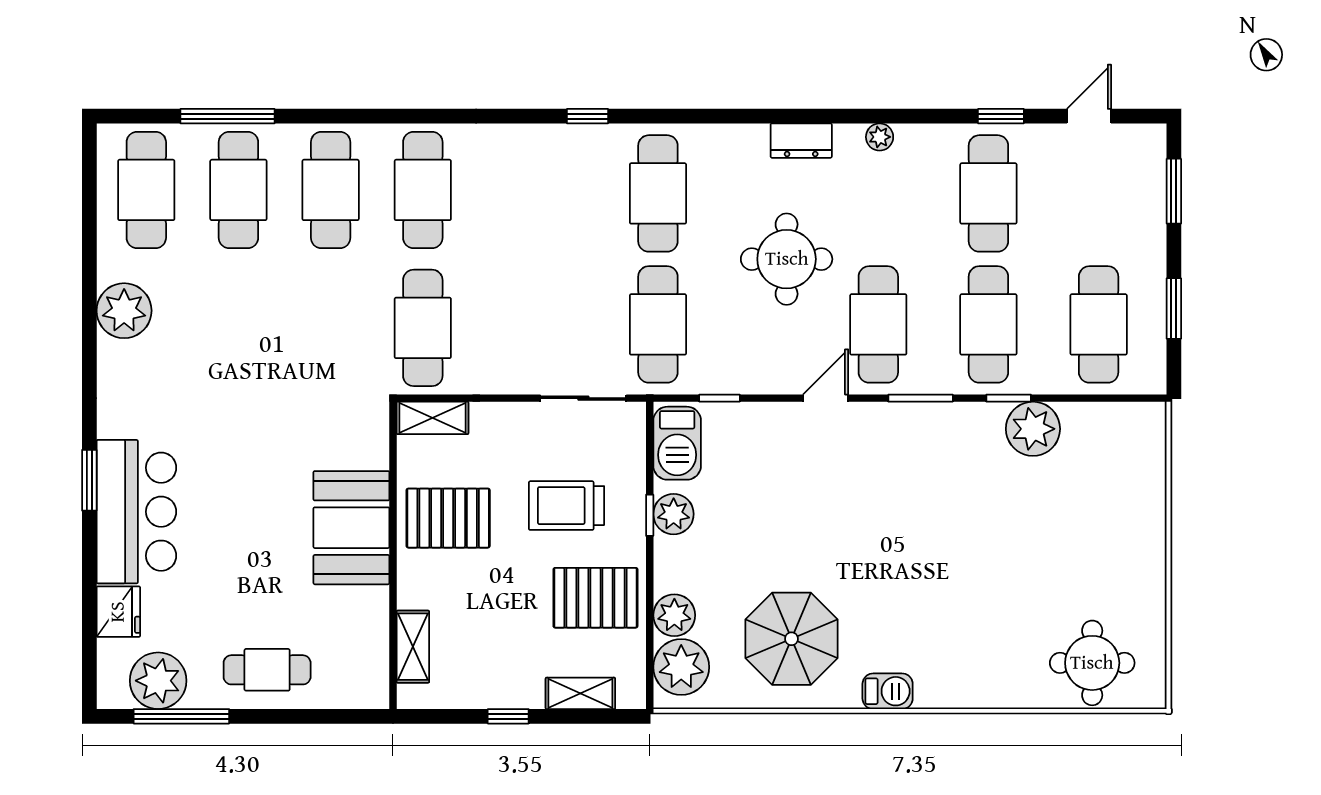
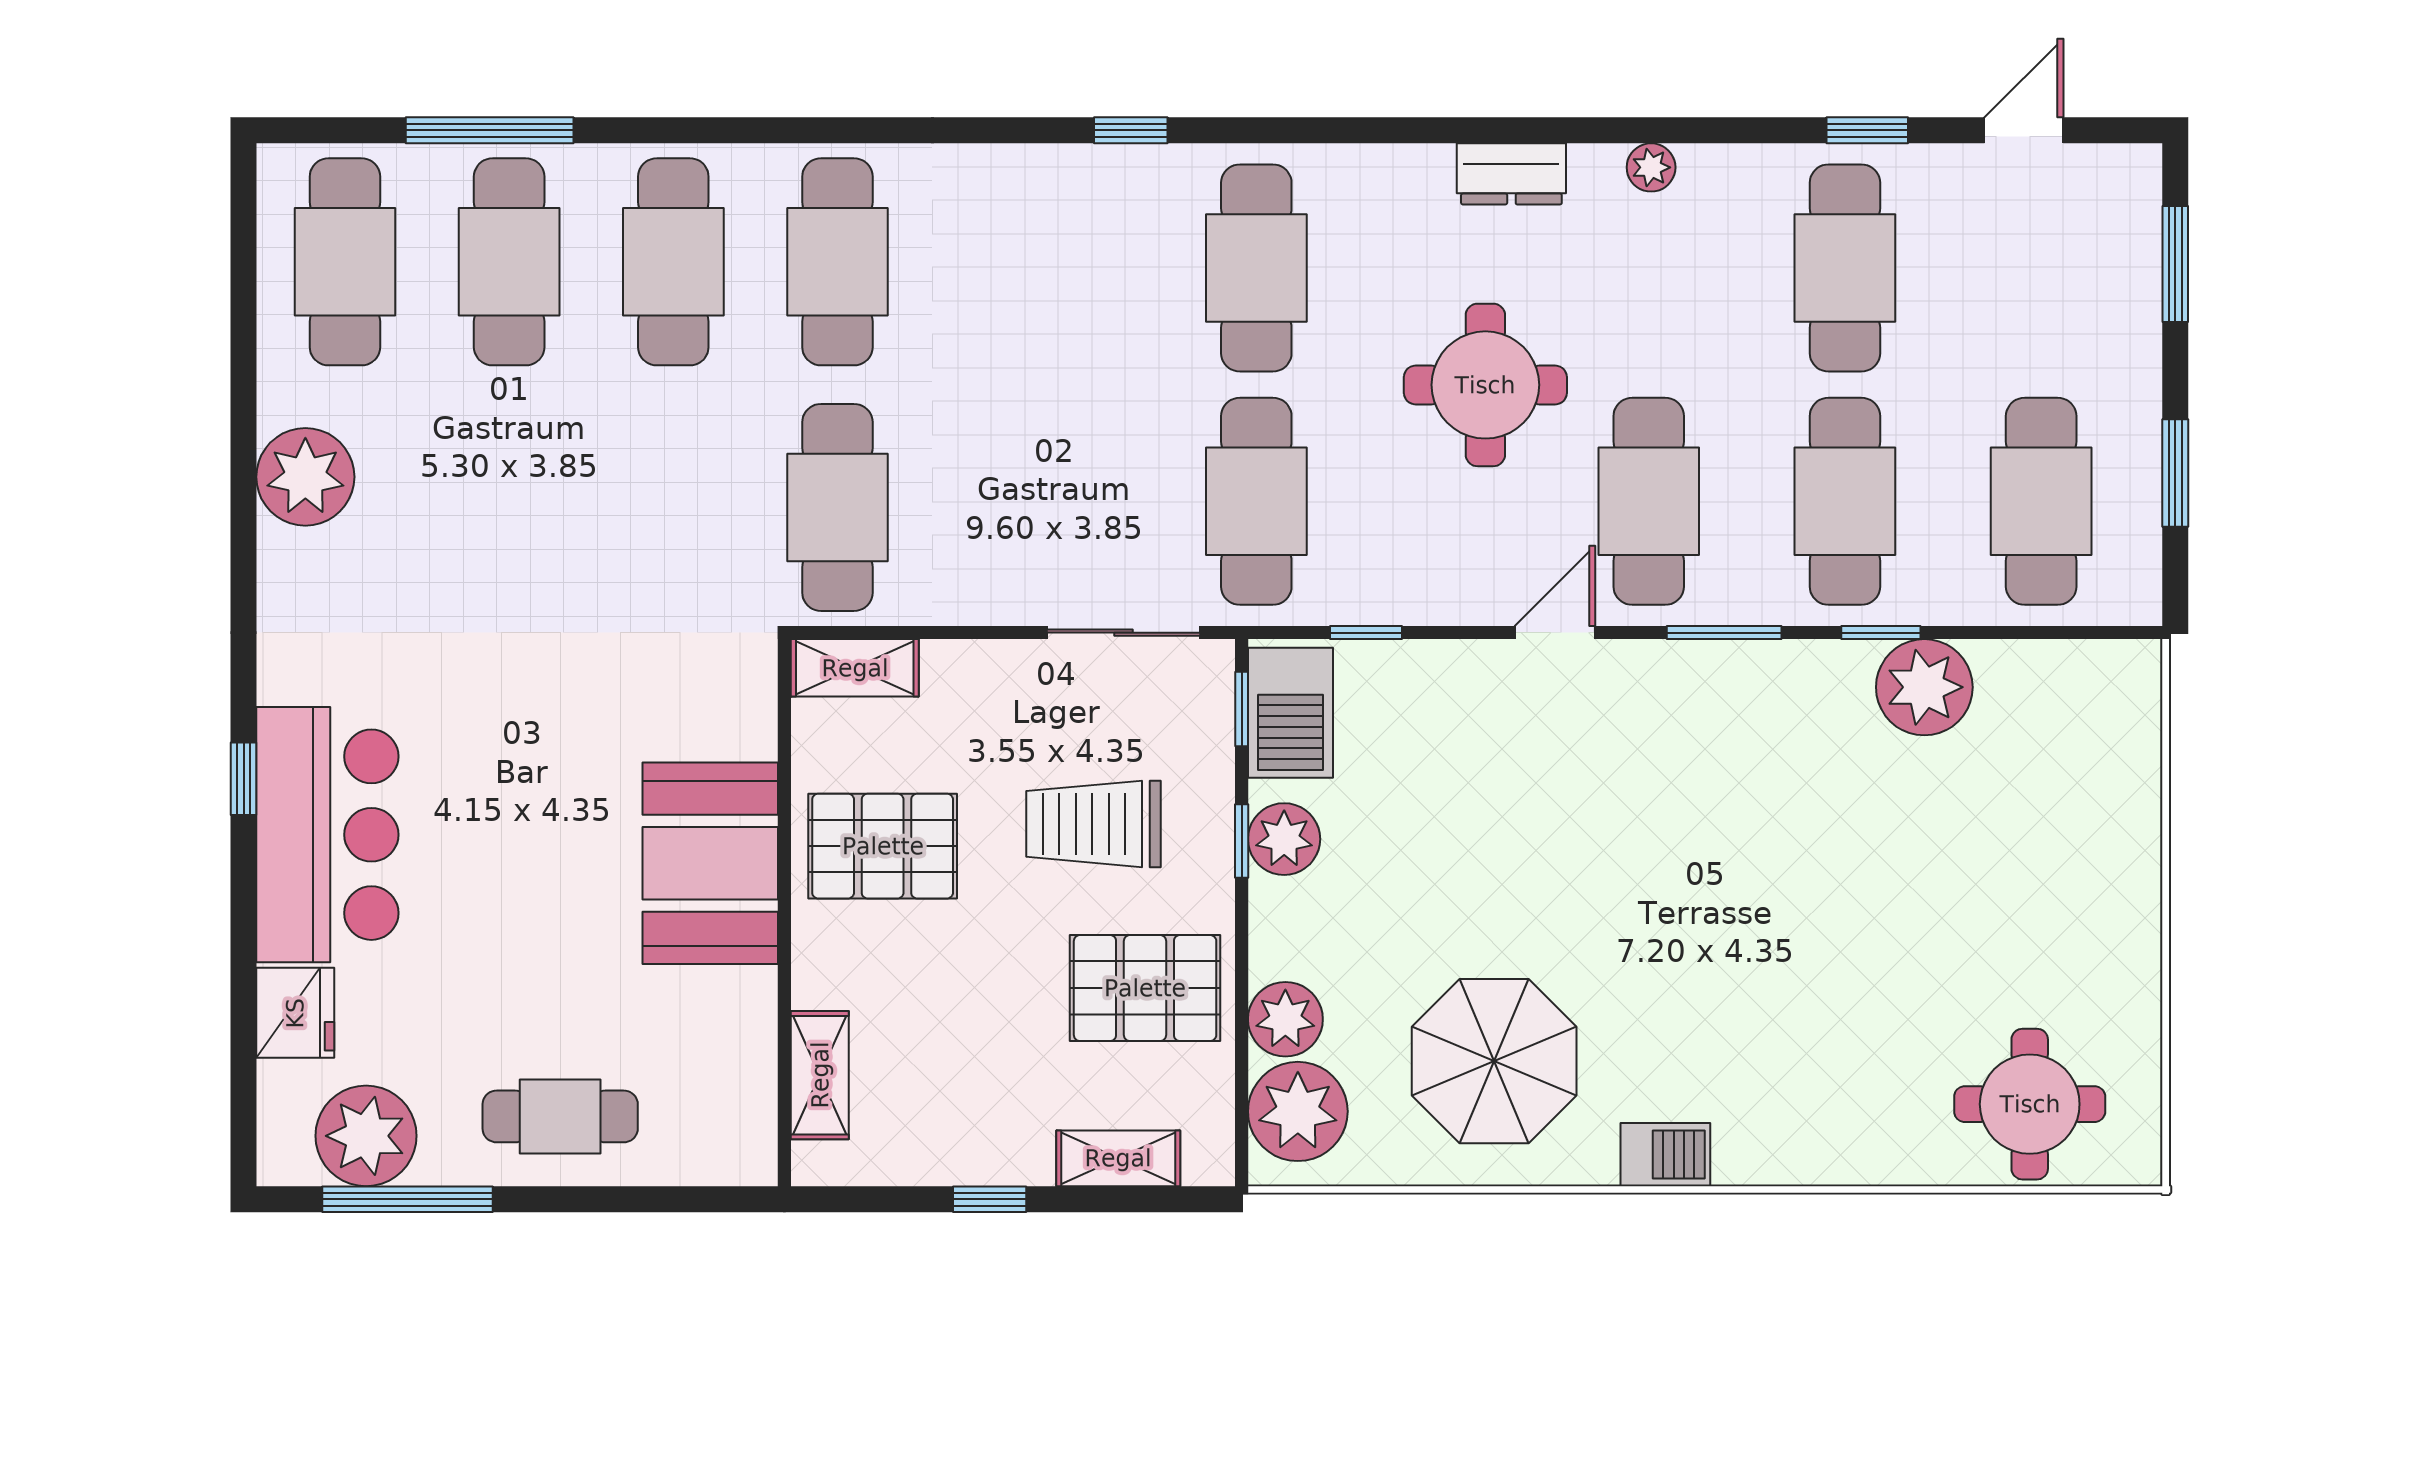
window: (650, 441) -> (1242, 709), added
window: (89, 480) -> (244, 779), width x0.67

